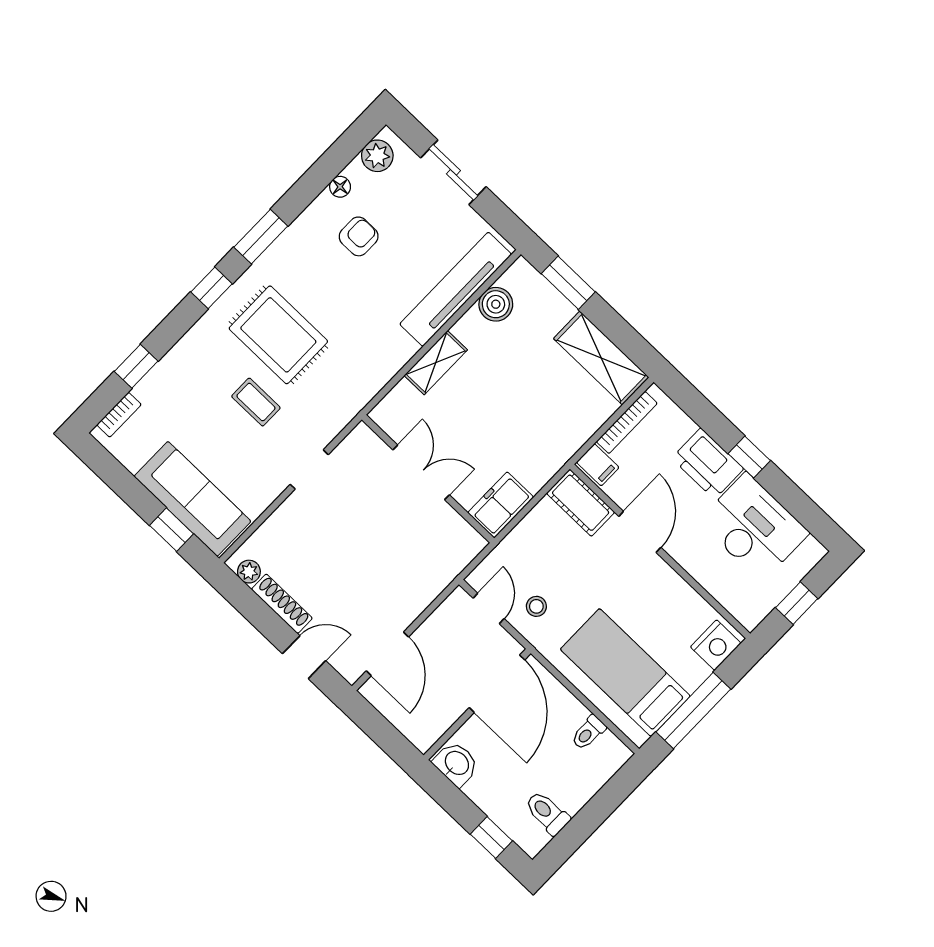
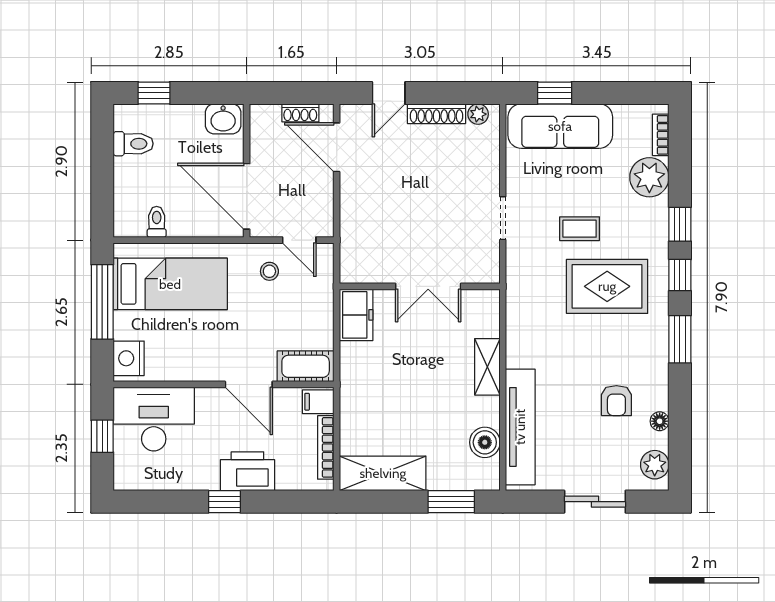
window: (136, 366) -> (680, 224), moved
plant: (161, 389) -> (649, 177), added
desk: (754, 527) -> (154, 419), moved, turned 180
shoe rack: (390, 709) -> (300, 113), added

